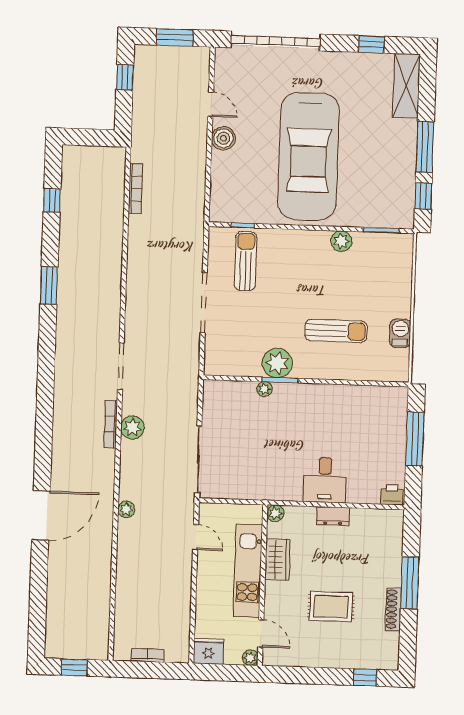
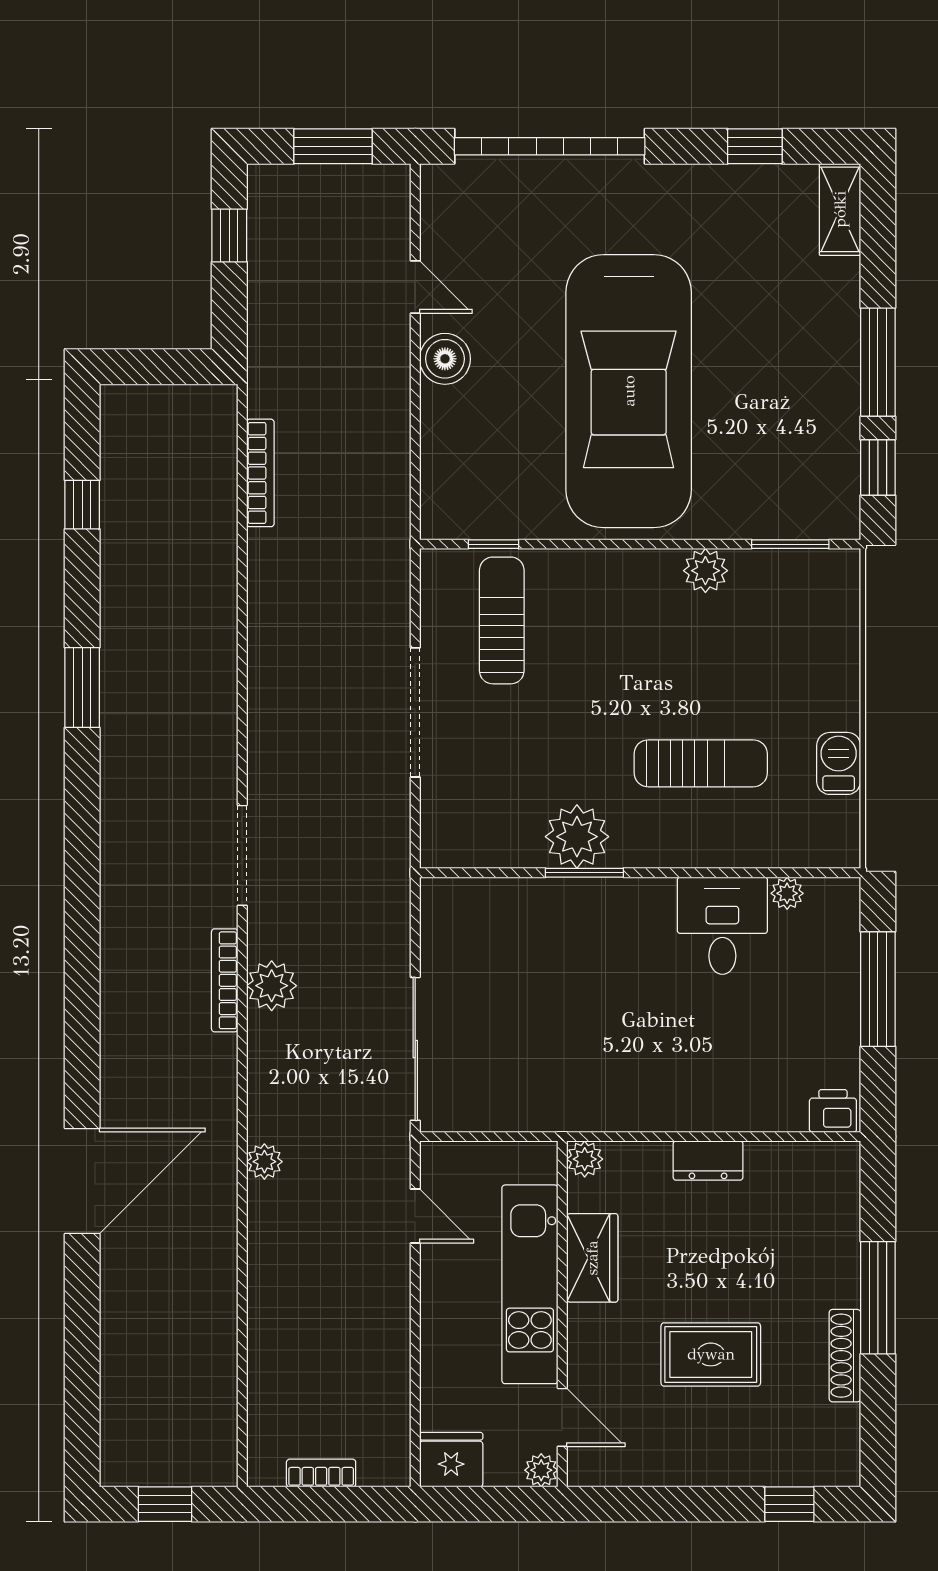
shelving: (406, 86) -> (840, 209), width x0.67, depth x0.75
plant: (265, 389) -> (787, 893), moved
desk: (325, 480) -> (722, 926), moved, turned 180

